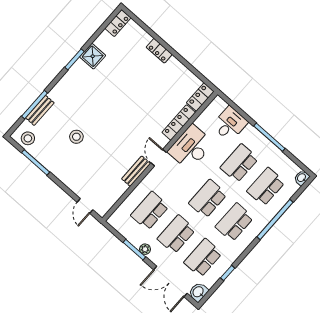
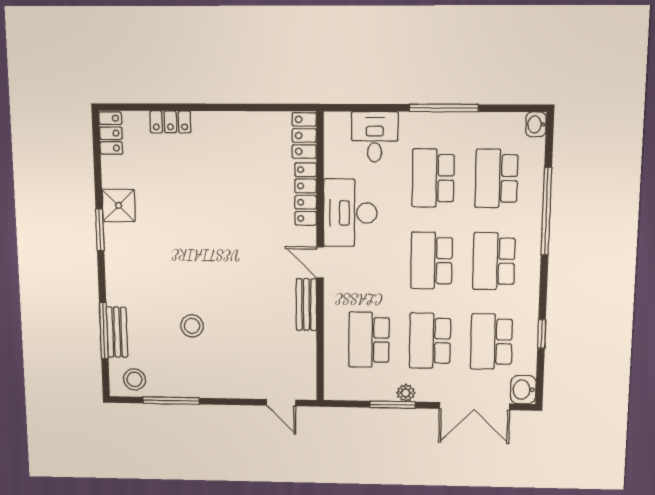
locker: (159, 51) -> (170, 122), moved

